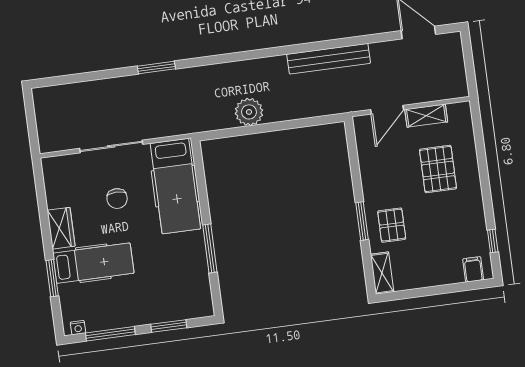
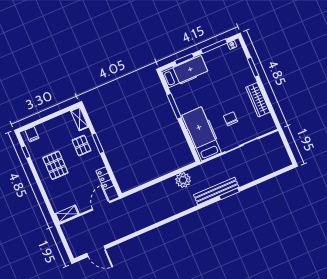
bench: (329, 59) -> (216, 191), moved
plant: (249, 112) -> (183, 180), moved
shelving: (426, 116) -> (67, 214), moved
locker: (367, 156) -> (105, 178), added
pallet: (438, 169) -> (55, 165), moved
wardrobe: (61, 228) -> (258, 100), width x1.50
hospital bed: (93, 263) -> (185, 72), moved, turned 180

